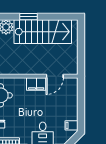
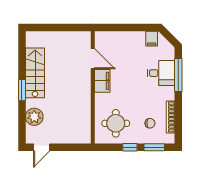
stairs: (43, 32) -> (35, 73), width x0.73, depth x0.66

